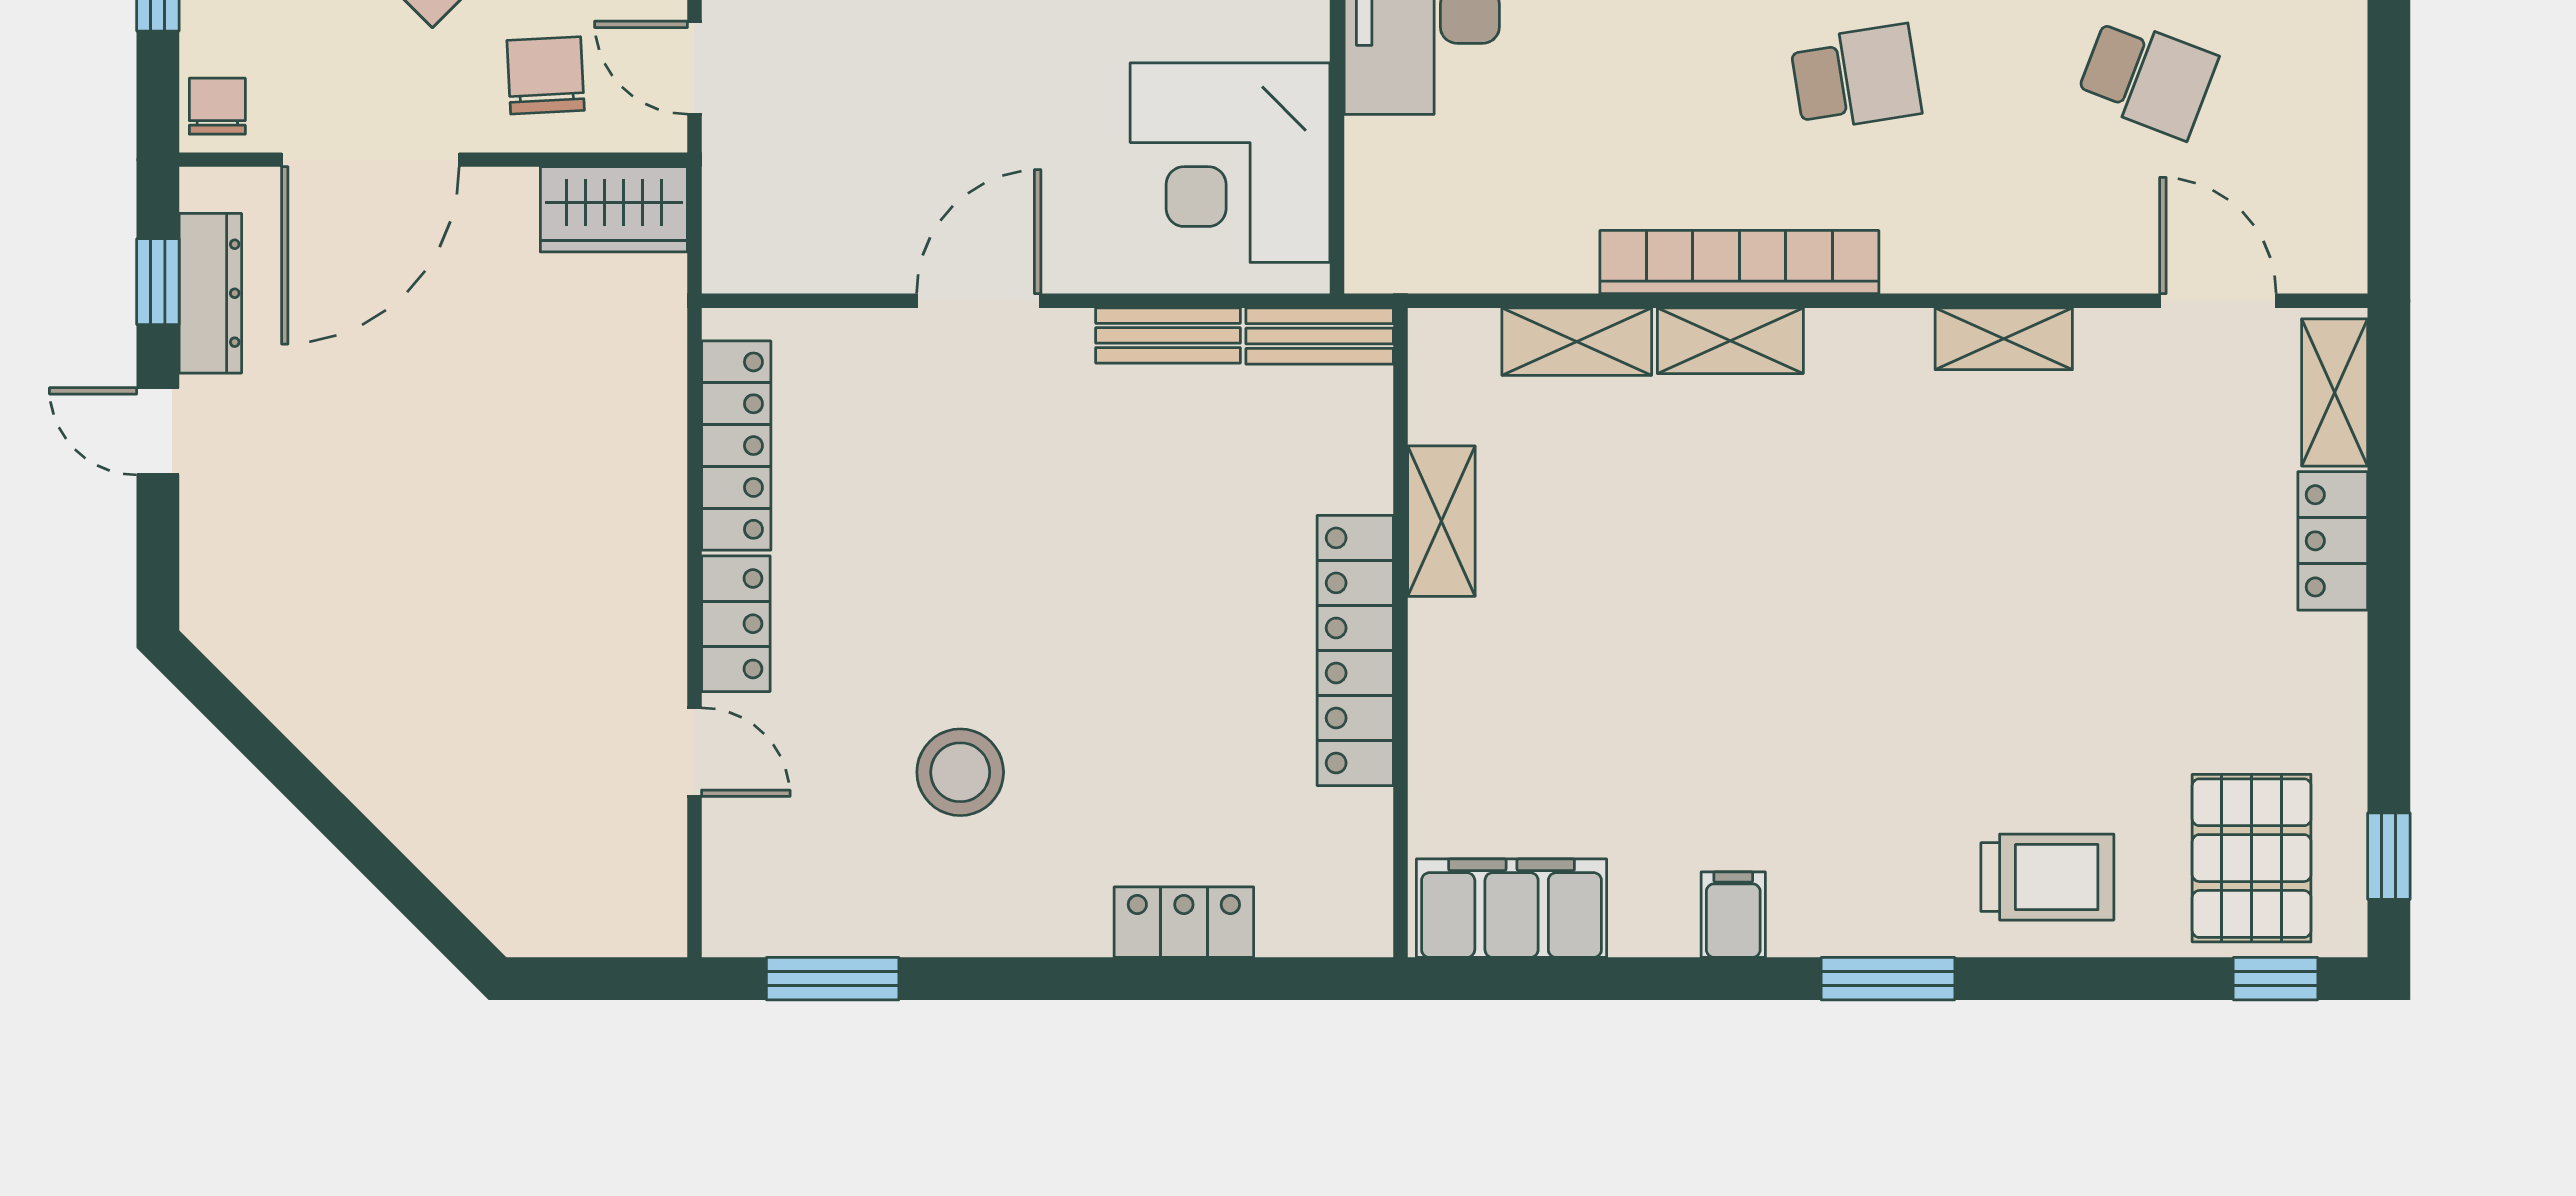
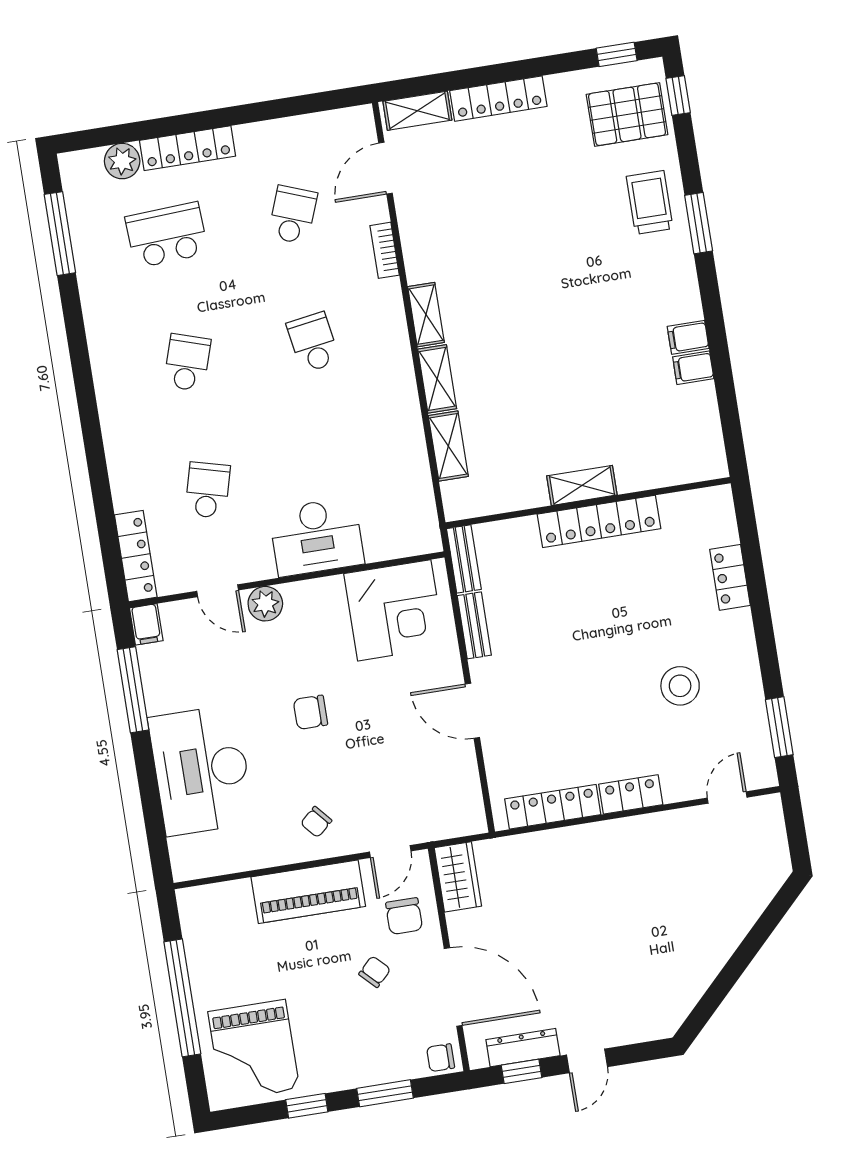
chair: (546, 75) -> (404, 916), turned -87
bookcase: (1739, 262) -> (385, 250), moved, width x0.43, depth x0.76
shelving: (2004, 339) -> (426, 315), moved
shelving: (1441, 521) -> (582, 485), moved
locker: (2333, 541) -> (498, 99), width x1.53
door: (694, 752) -> (727, 798), moved
filing cabinet: (1512, 908) -> (693, 368), moved, width x0.33, depth x0.86
window: (1888, 979) -> (699, 223), moved

